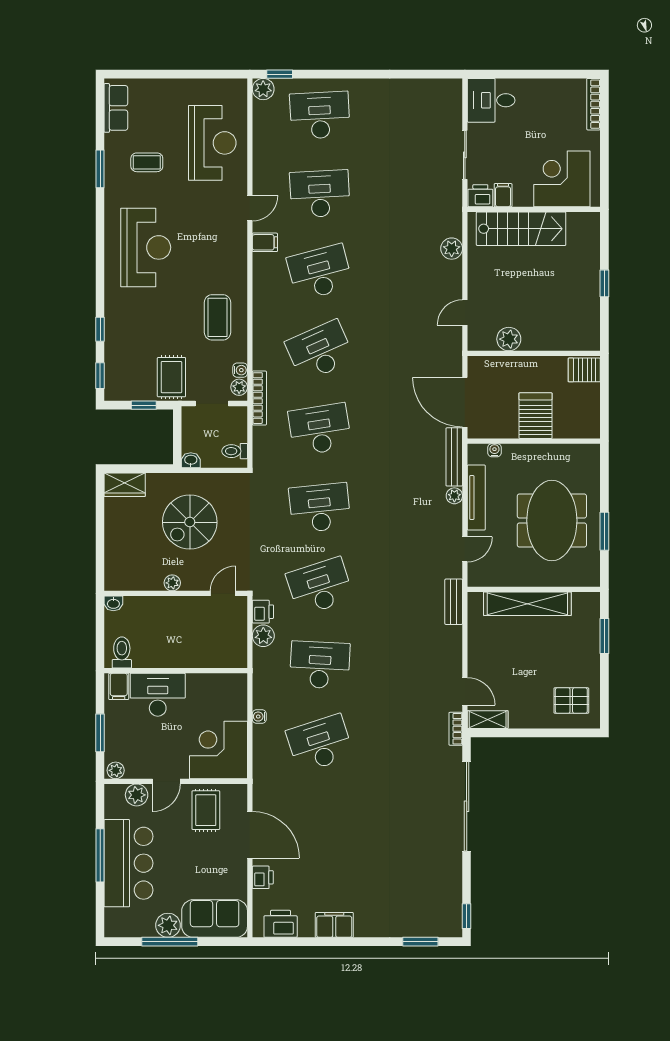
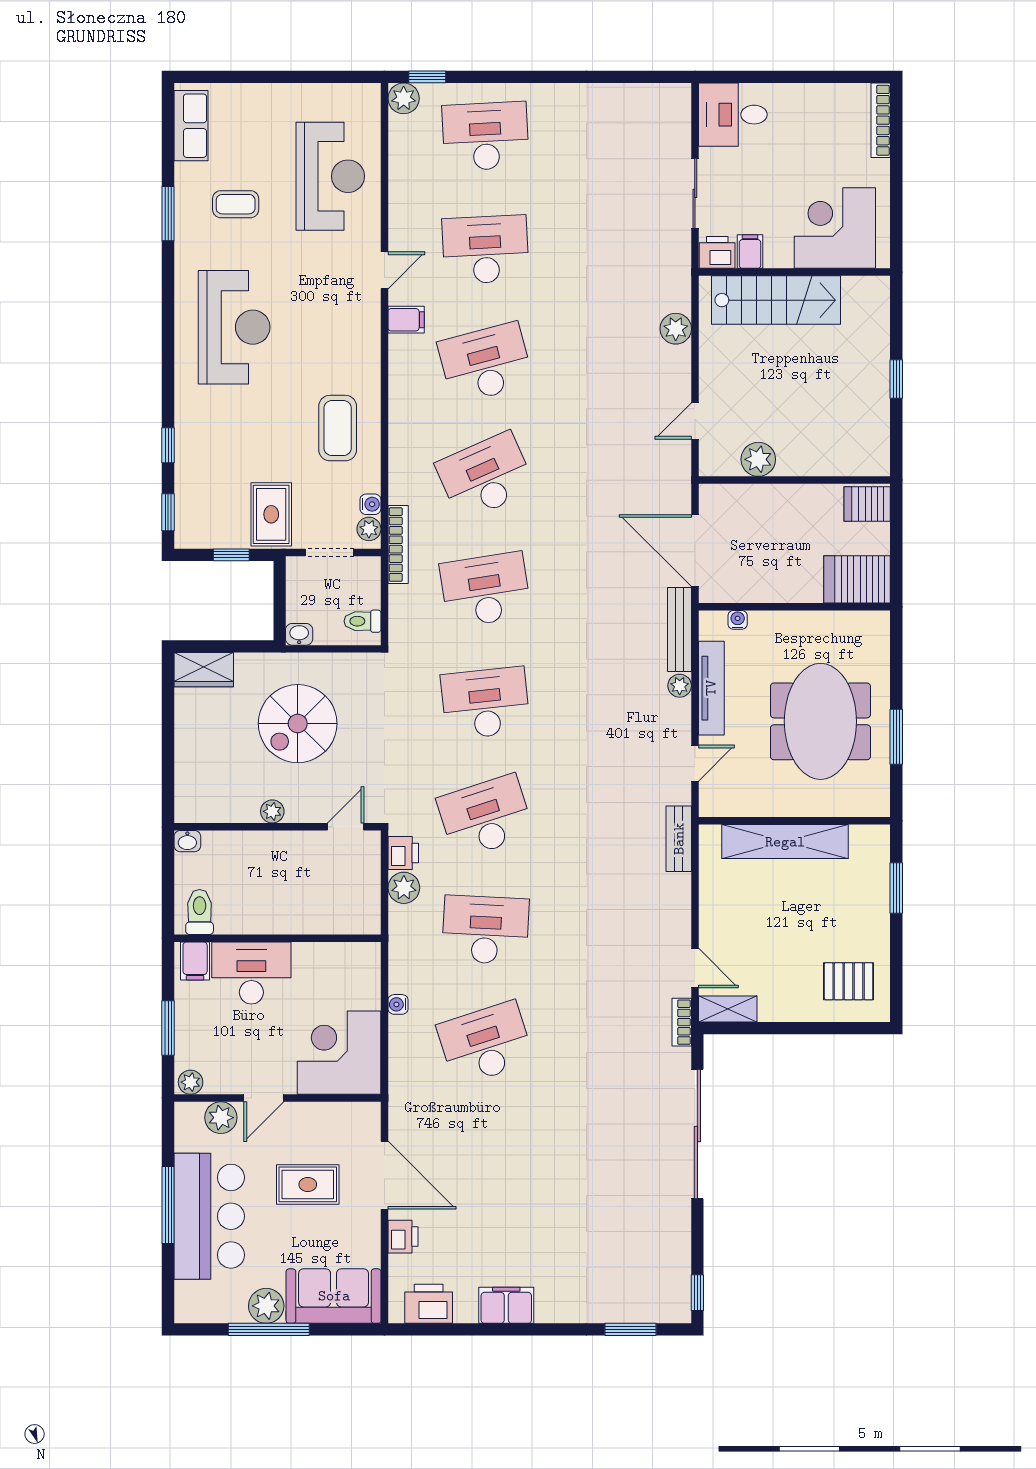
server rack: (536, 416) -> (857, 579), moved, turned -90
rug: (206, 810) -> (308, 1184), moved, turned 90

